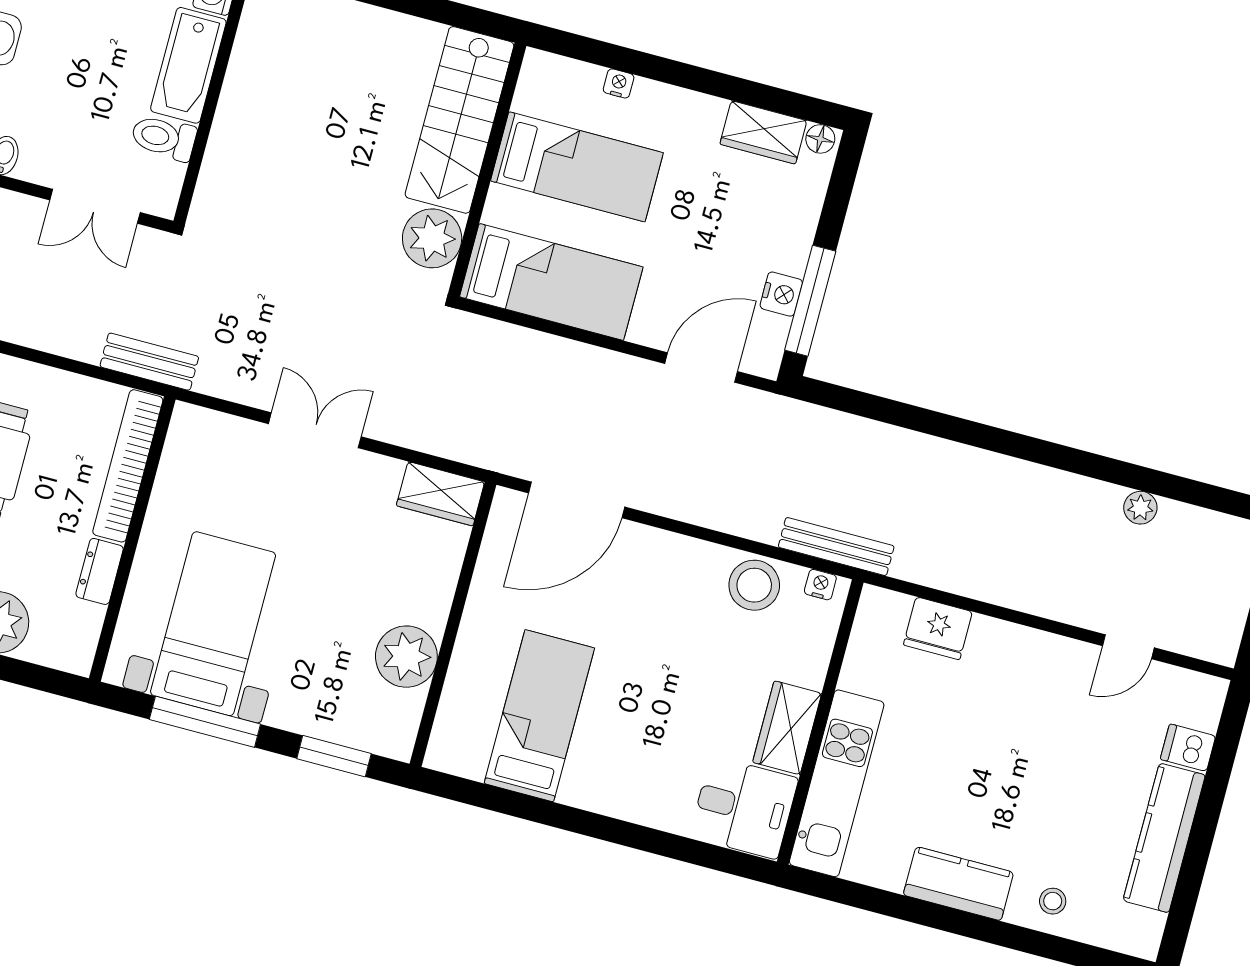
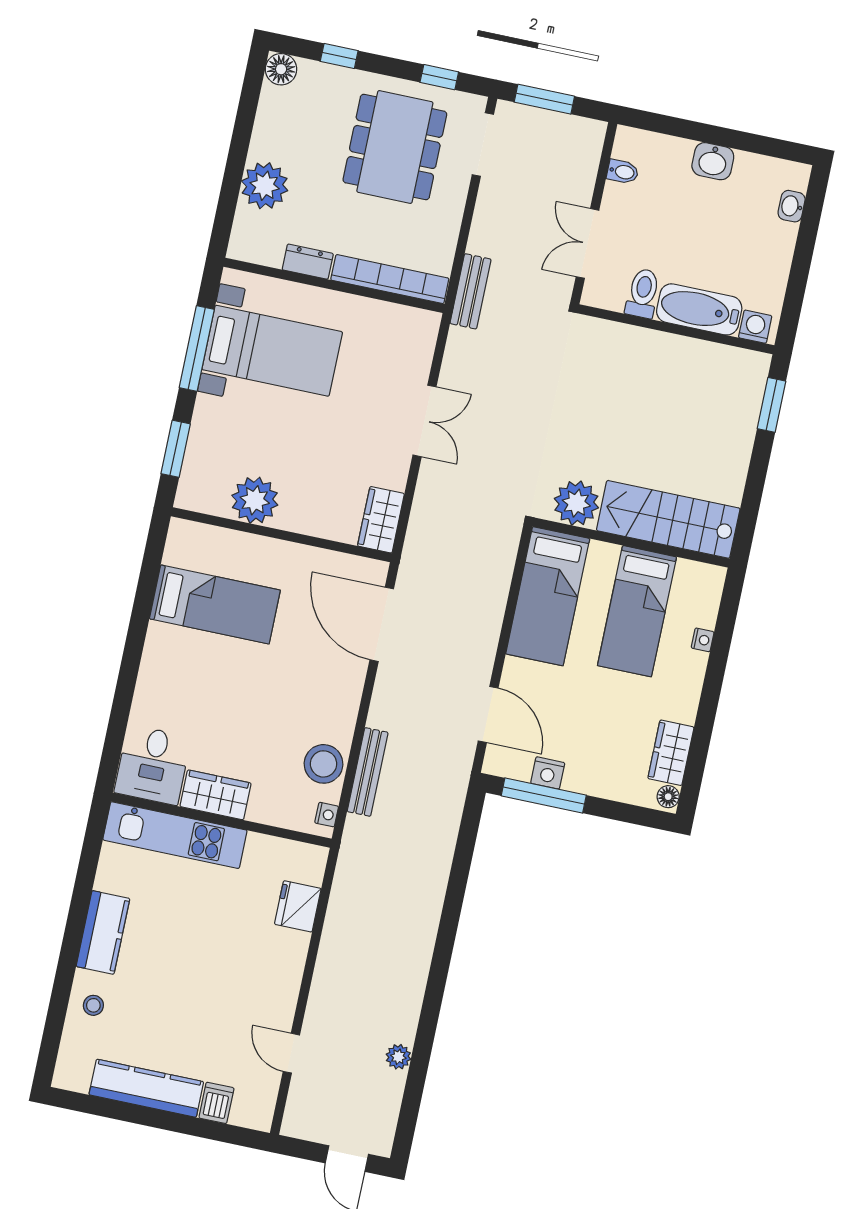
bench: (836, 547) -> (368, 772), moved

